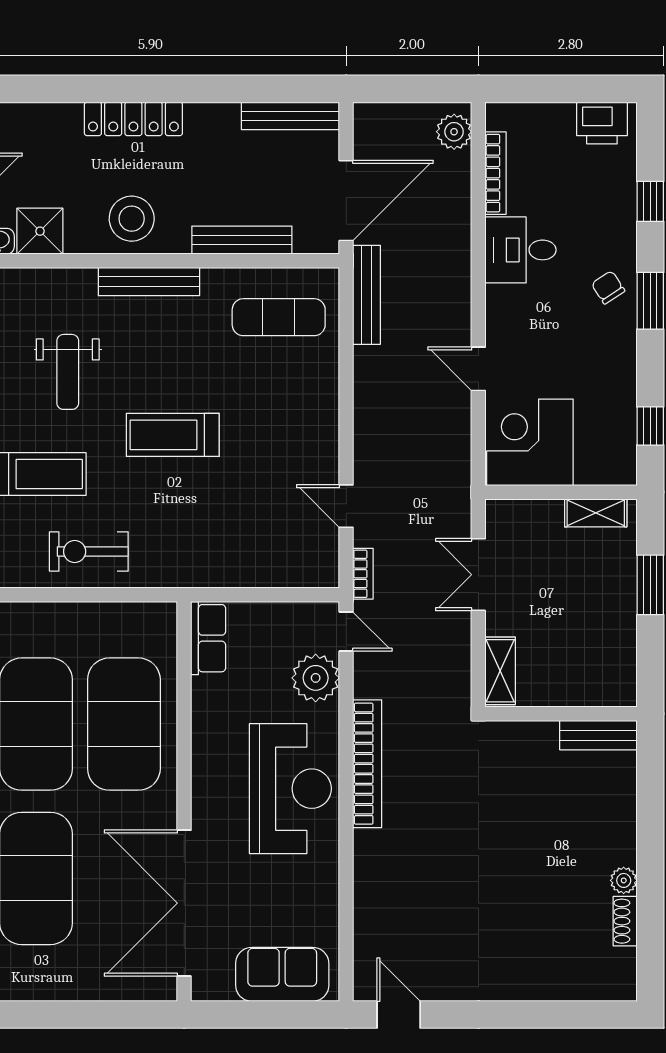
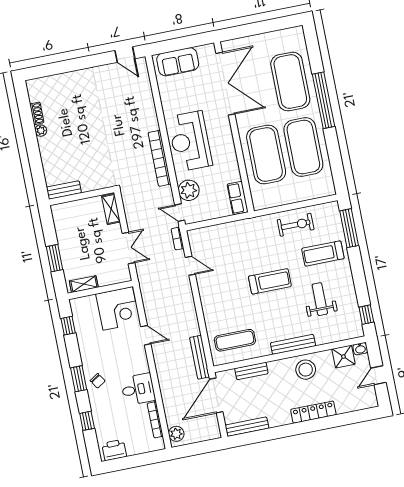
bench: (242, 240) -> (251, 371), width x0.73

